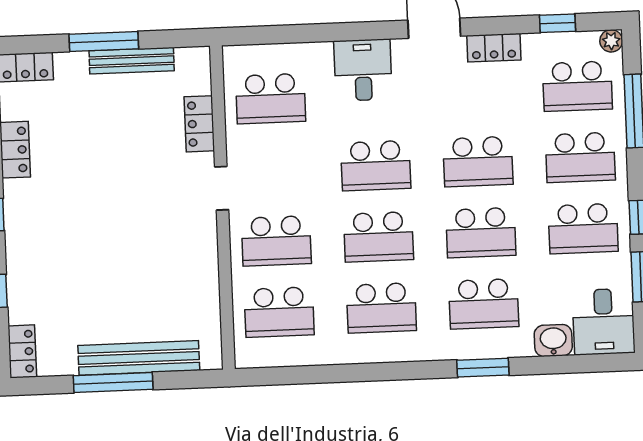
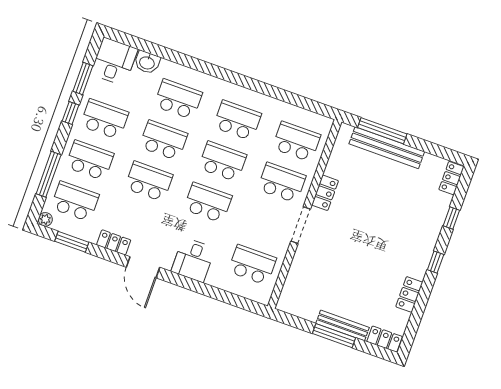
window: (557, 23) -> (72, 242), width x1.50
bench: (132, 61) -> (343, 325), moved
locker: (199, 124) -> (325, 193), moved
doorway: (222, 188) -> (301, 225), width x1.38
window: (483, 368) -> (193, 63), removed
window: (113, 382) -> (382, 131), moved

